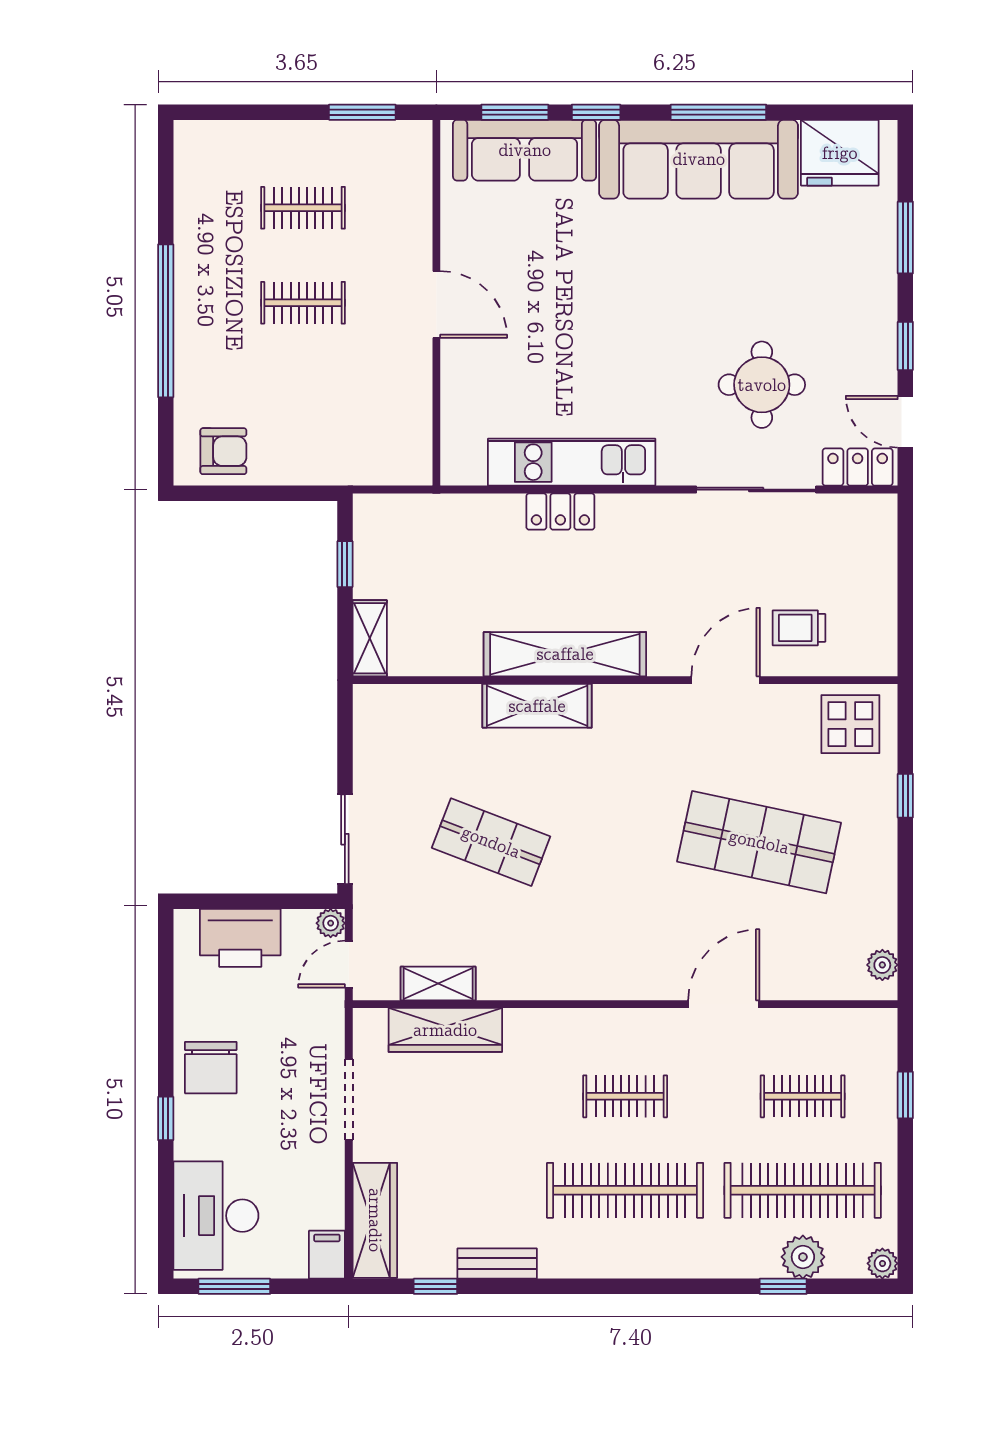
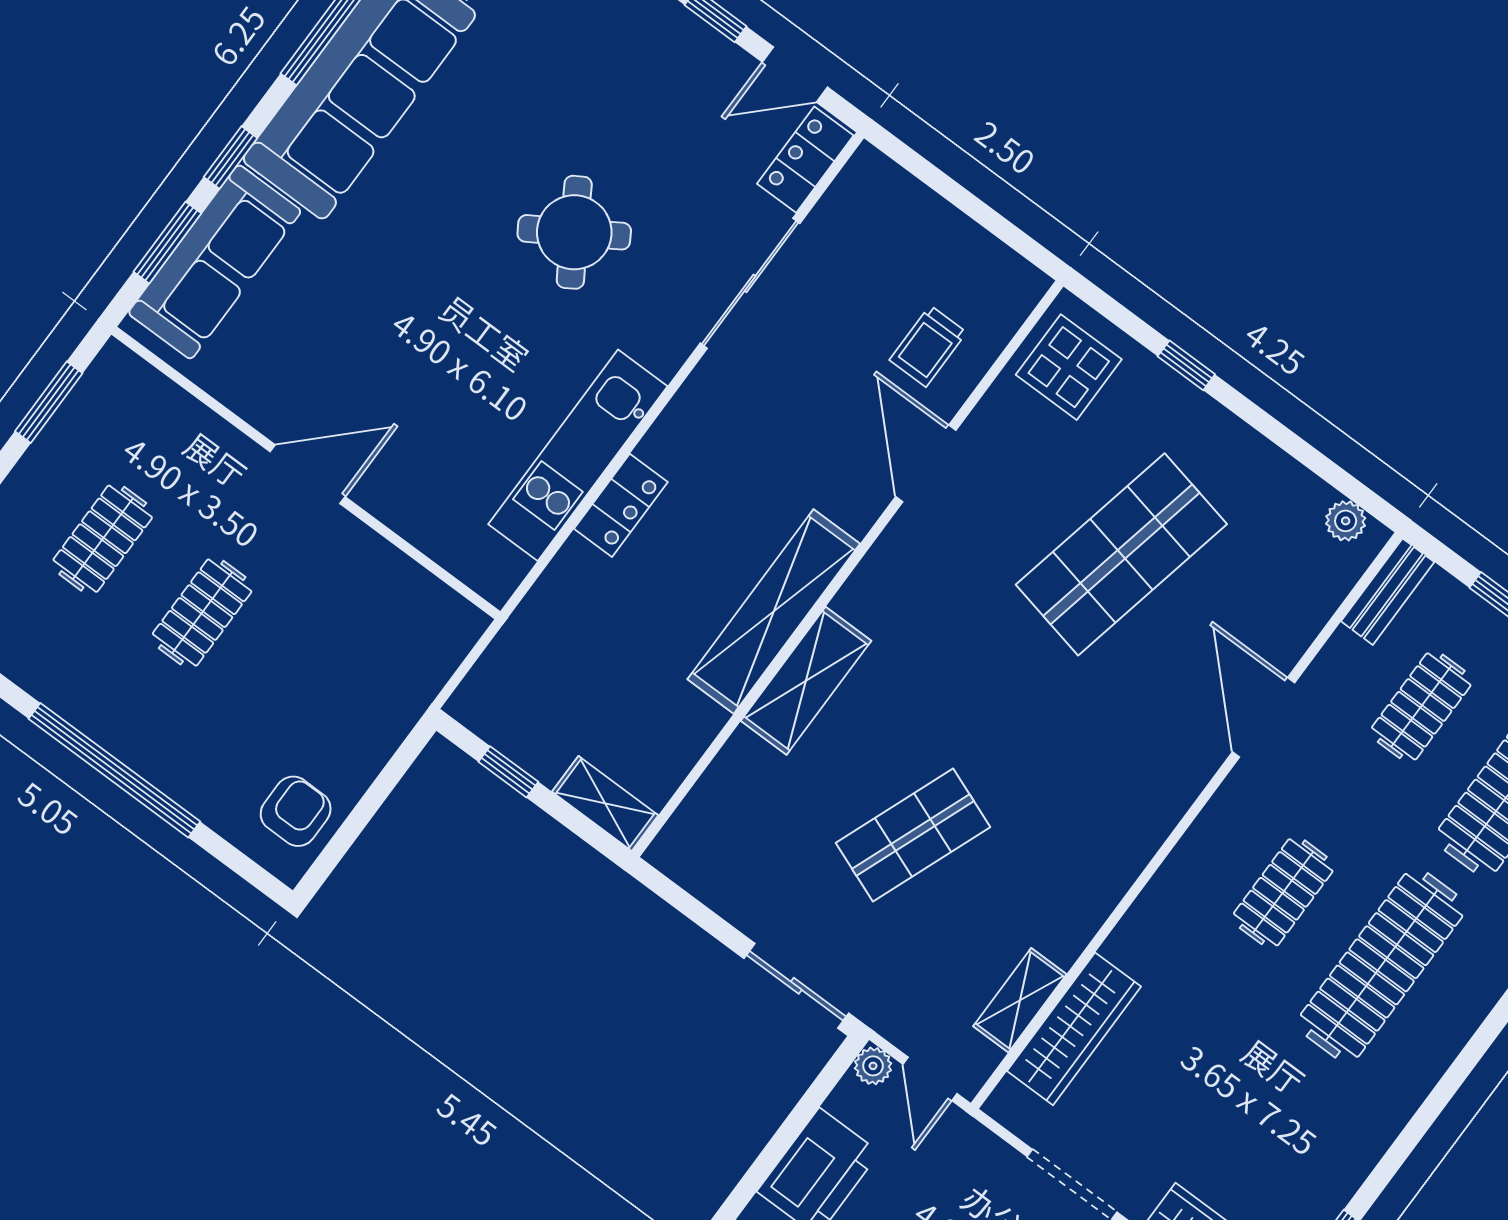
round table: (762, 385) -> (574, 232), moved, turned -32
bench: (497, 1263) -> (1388, 592), moved

